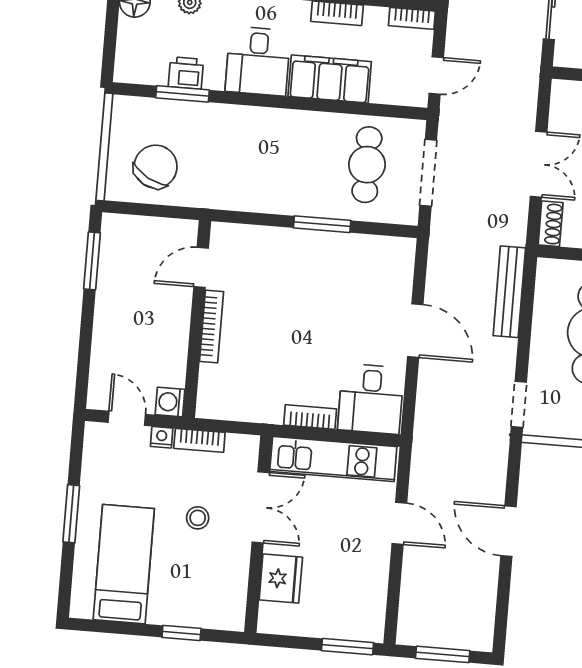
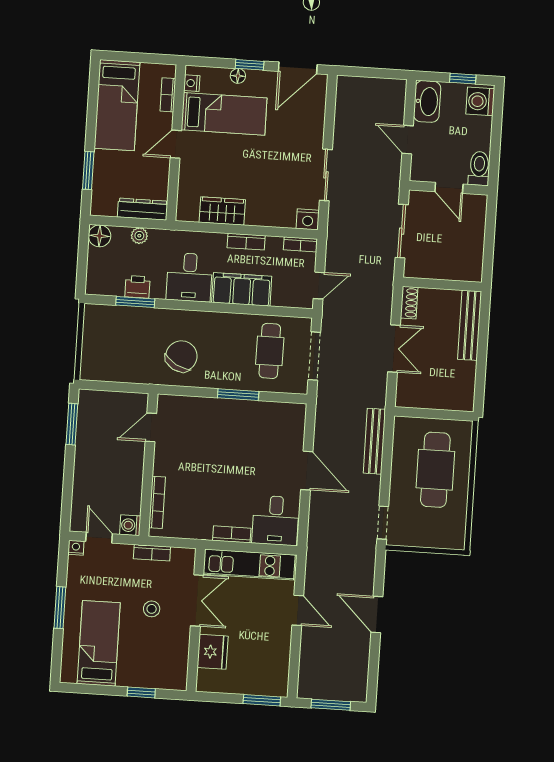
chair: (156, 167) -> (181, 356), moved
shoe rack: (551, 224) -> (409, 303), moved
bookcase: (212, 326) -> (157, 502), moved
nightstand: (162, 437) -> (76, 548), moved

